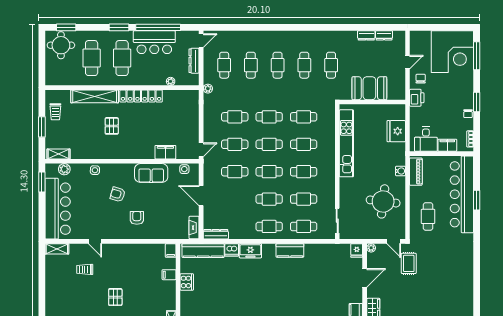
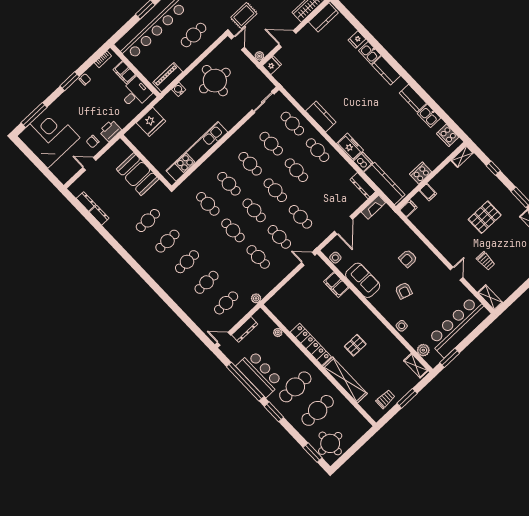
pallet: (115, 297) -> (485, 217), width x1.50, depth x1.42

